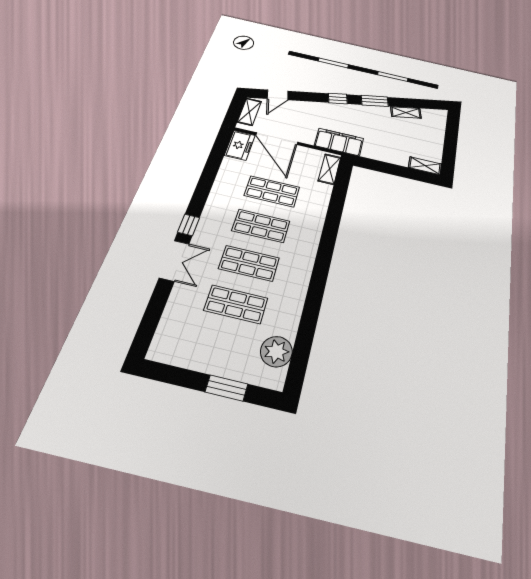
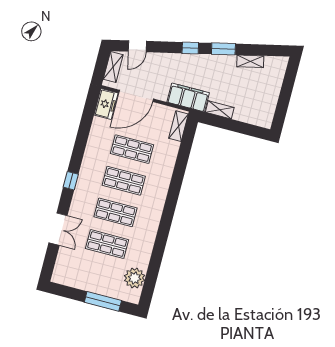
door: (277, 139) -> (136, 96), hinge flipped
shelving: (425, 166) -> (220, 110), moved
double door: (174, 261) -> (58, 229), moved
window: (227, 388) -> (103, 301), width x1.44

